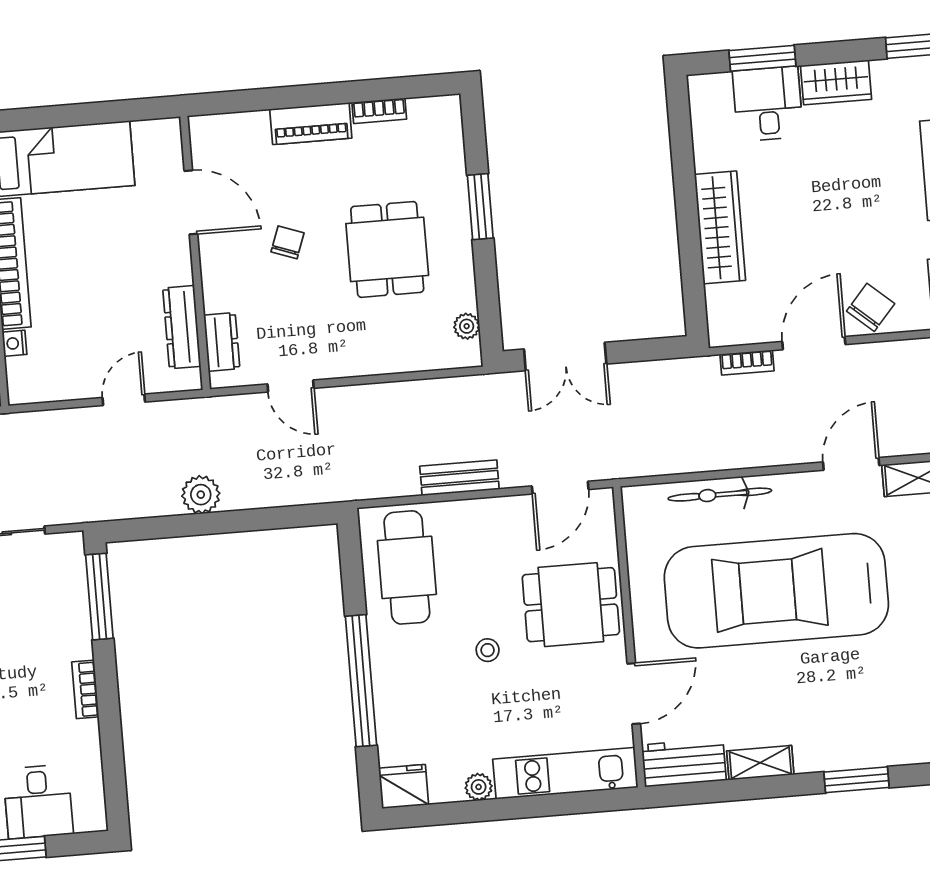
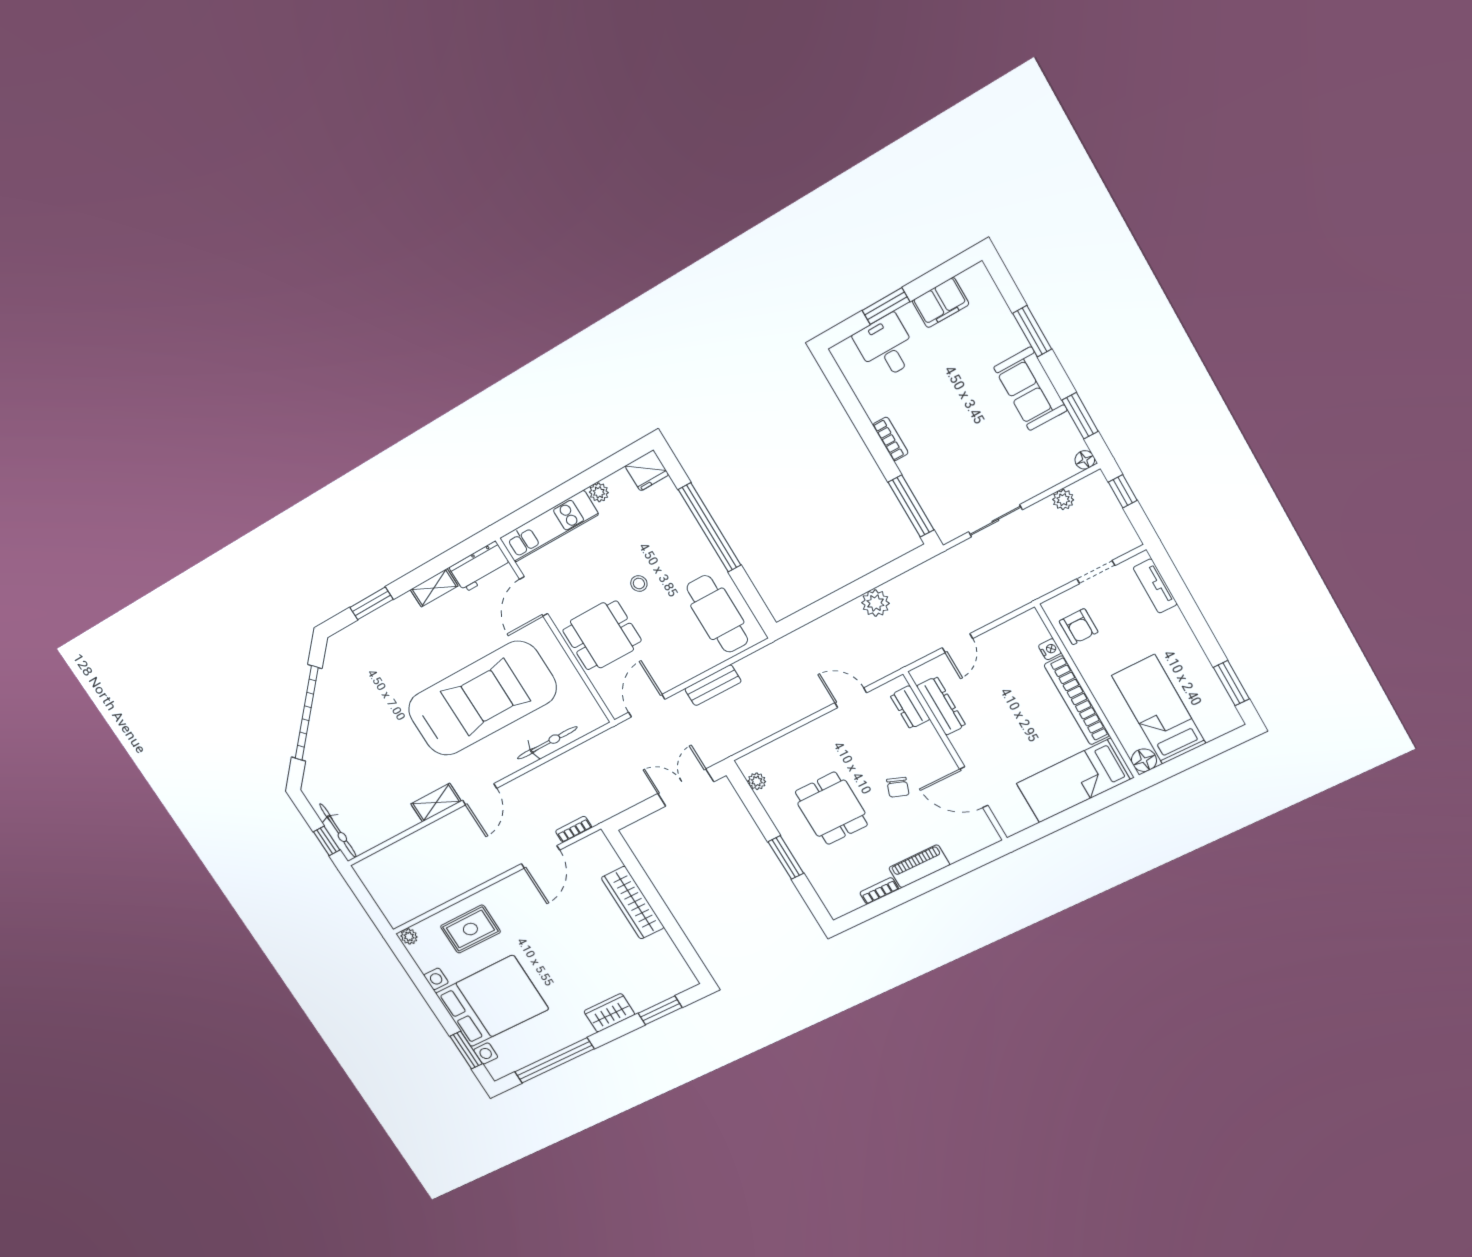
desk: (768, 104) -> (643, 985), removed
chair: (871, 307) -> (519, 891), removed

